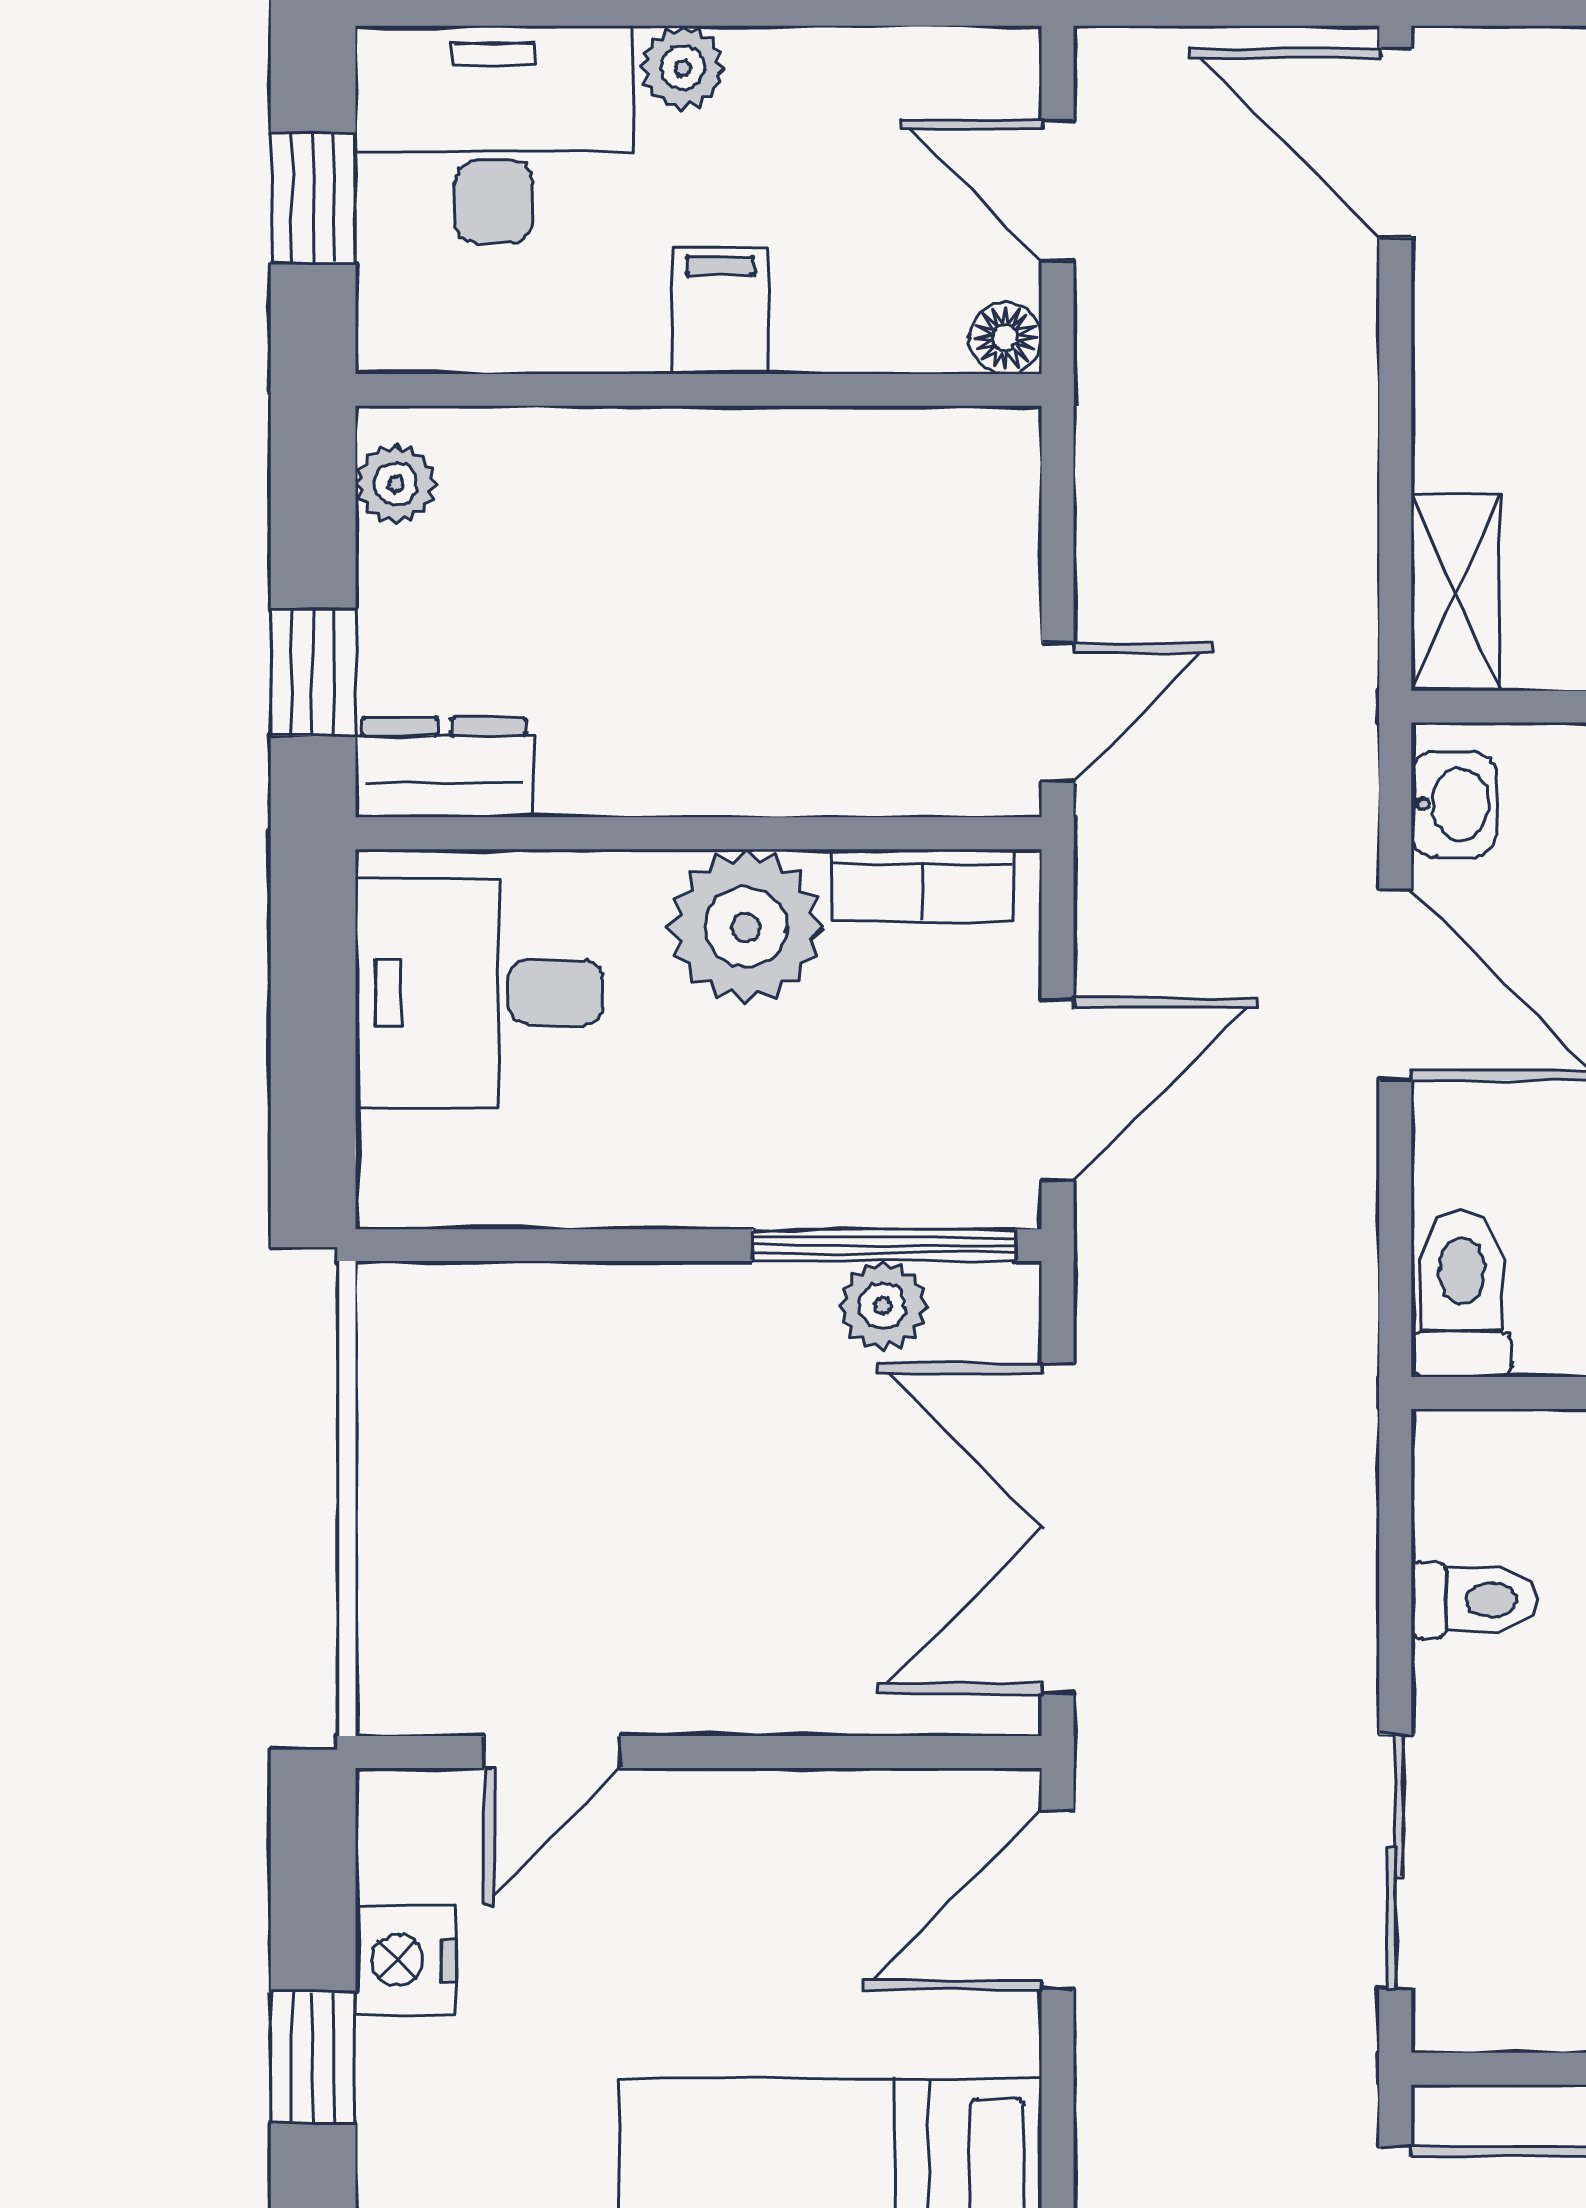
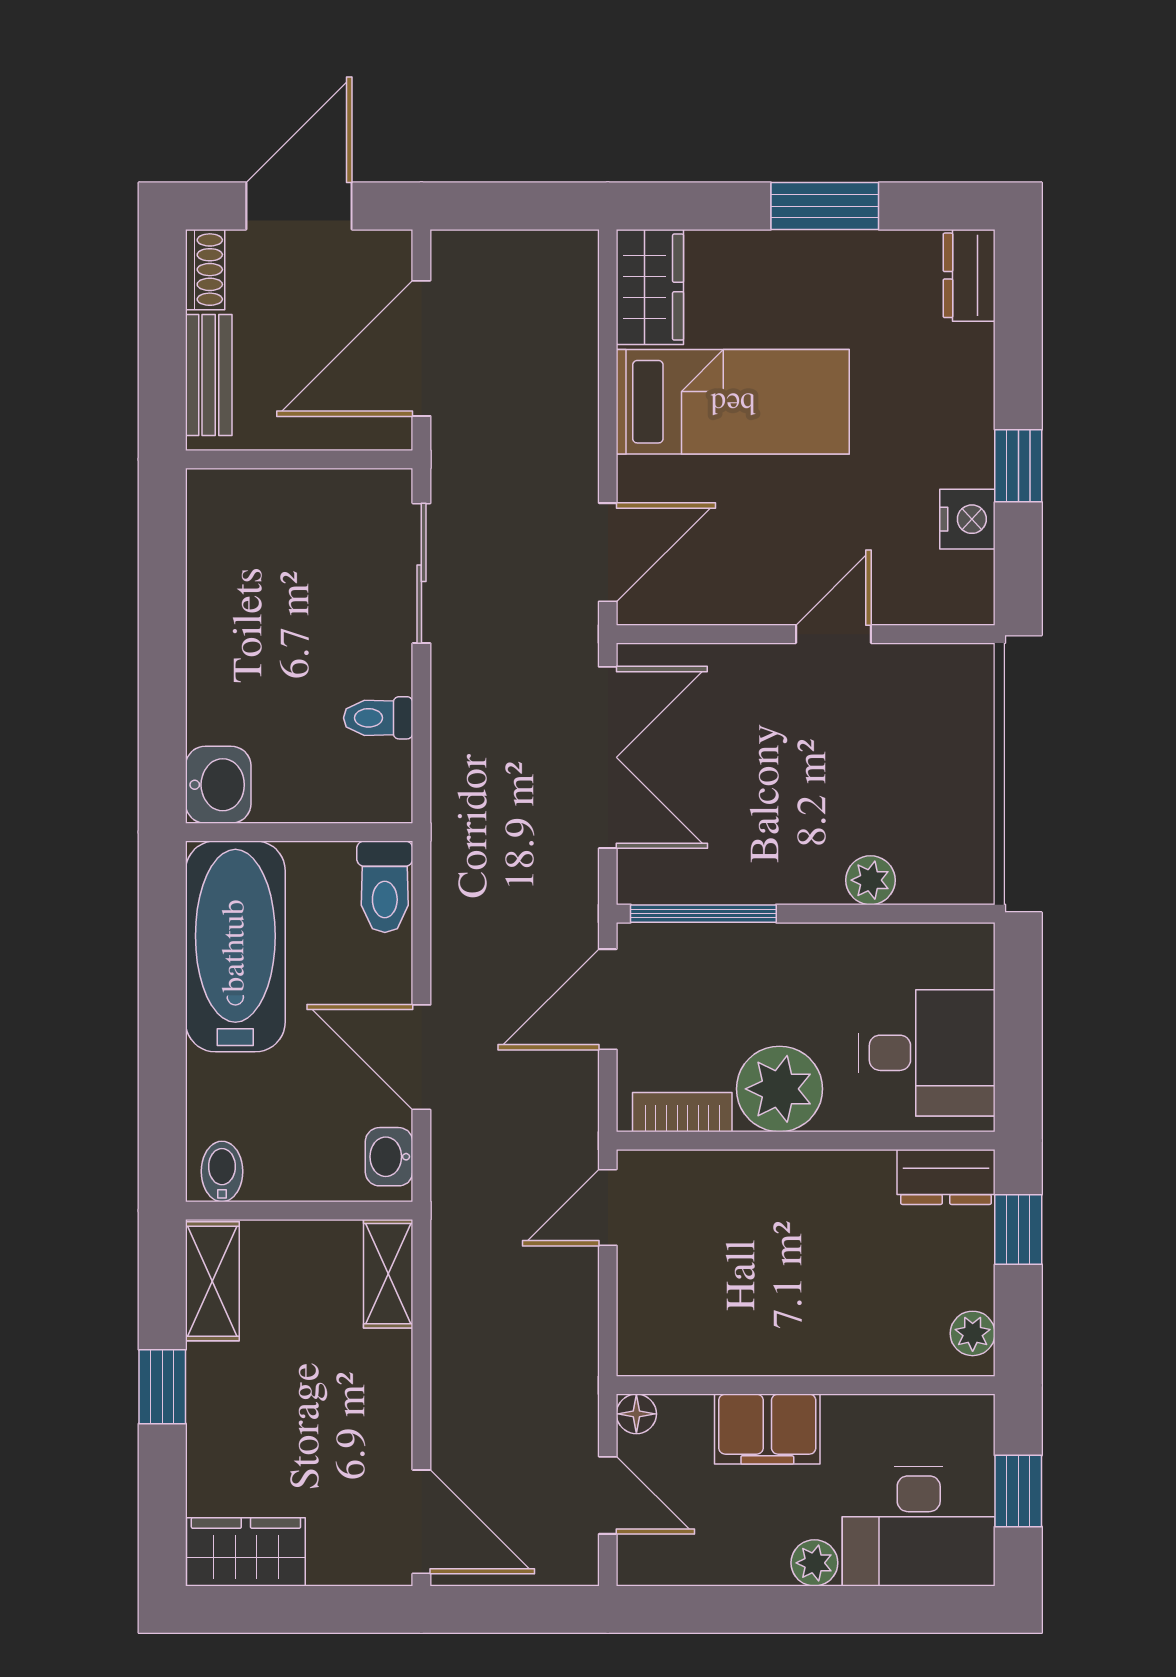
filing cabinet: (720, 310) -> (767, 1429), width x2.00
plant: (883, 1306) -> (870, 880), moved
door: (553, 1752) -> (833, 634), moved

